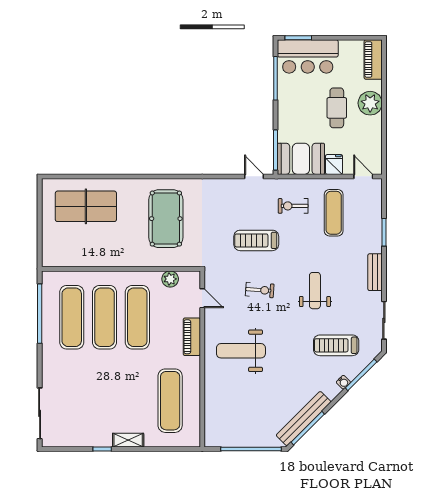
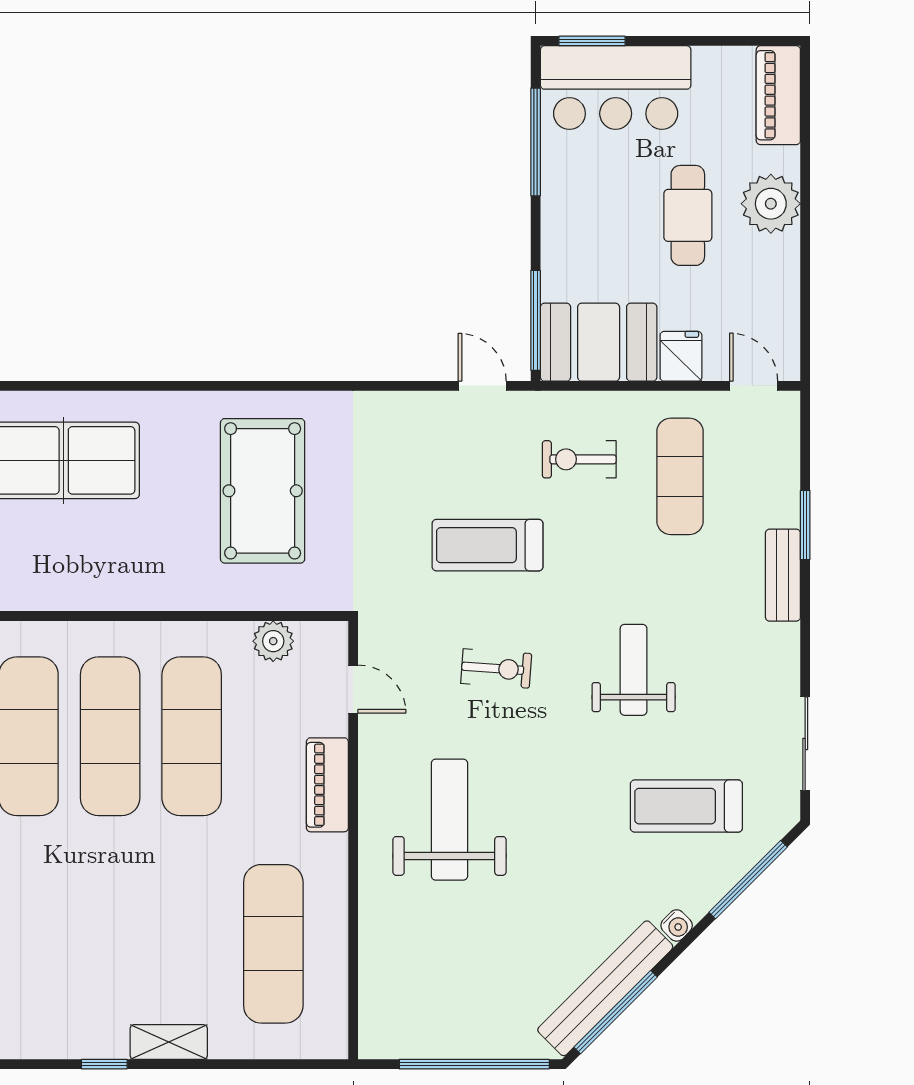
bench: (375, 272) -> (783, 575), moved
weight bench: (241, 351) -> (449, 820), turned 90
water cooler: (343, 382) -> (677, 925), moved

